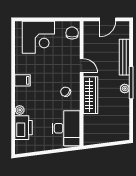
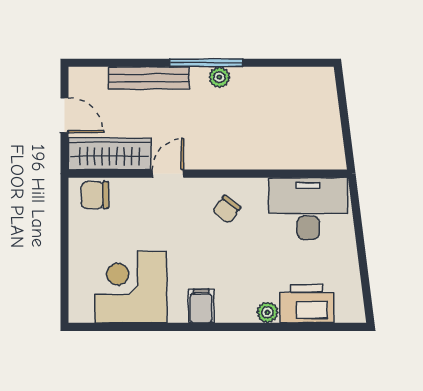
corner desk: (38, 37) -> (131, 287), moved, turned -90
wardrobe: (90, 95) -> (110, 154), moved

